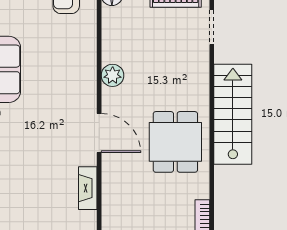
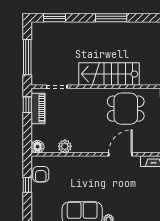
plant: (113, 75) -> (65, 146), moved

